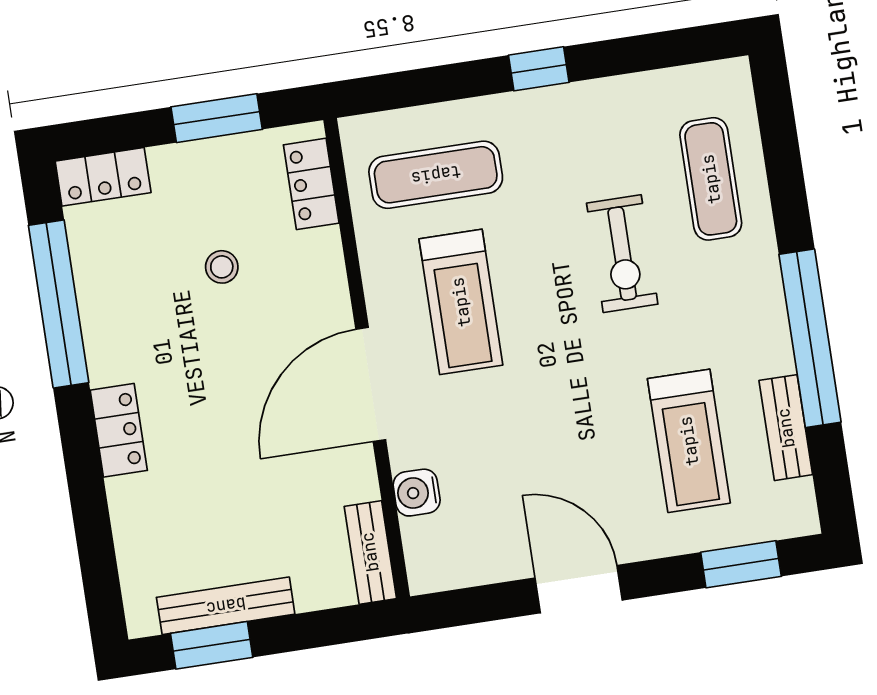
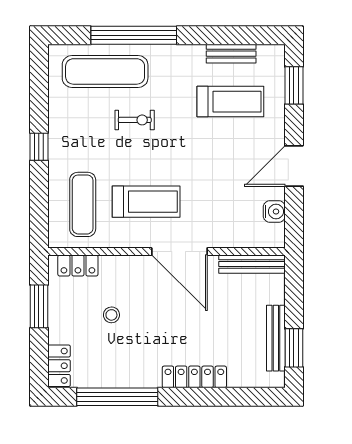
exercise mat: (711, 179) -> (105, 71), width x1.36, depth x1.45
exercise bike: (622, 254) -> (135, 120), width x0.73, depth x0.72
window: (810, 338) -> (134, 35), moved
locker: (119, 430) -> (194, 377), width x1.53
water cooler: (417, 493) -> (274, 211), moved, turned -90
bench: (370, 552) -> (252, 264), width x1.36

